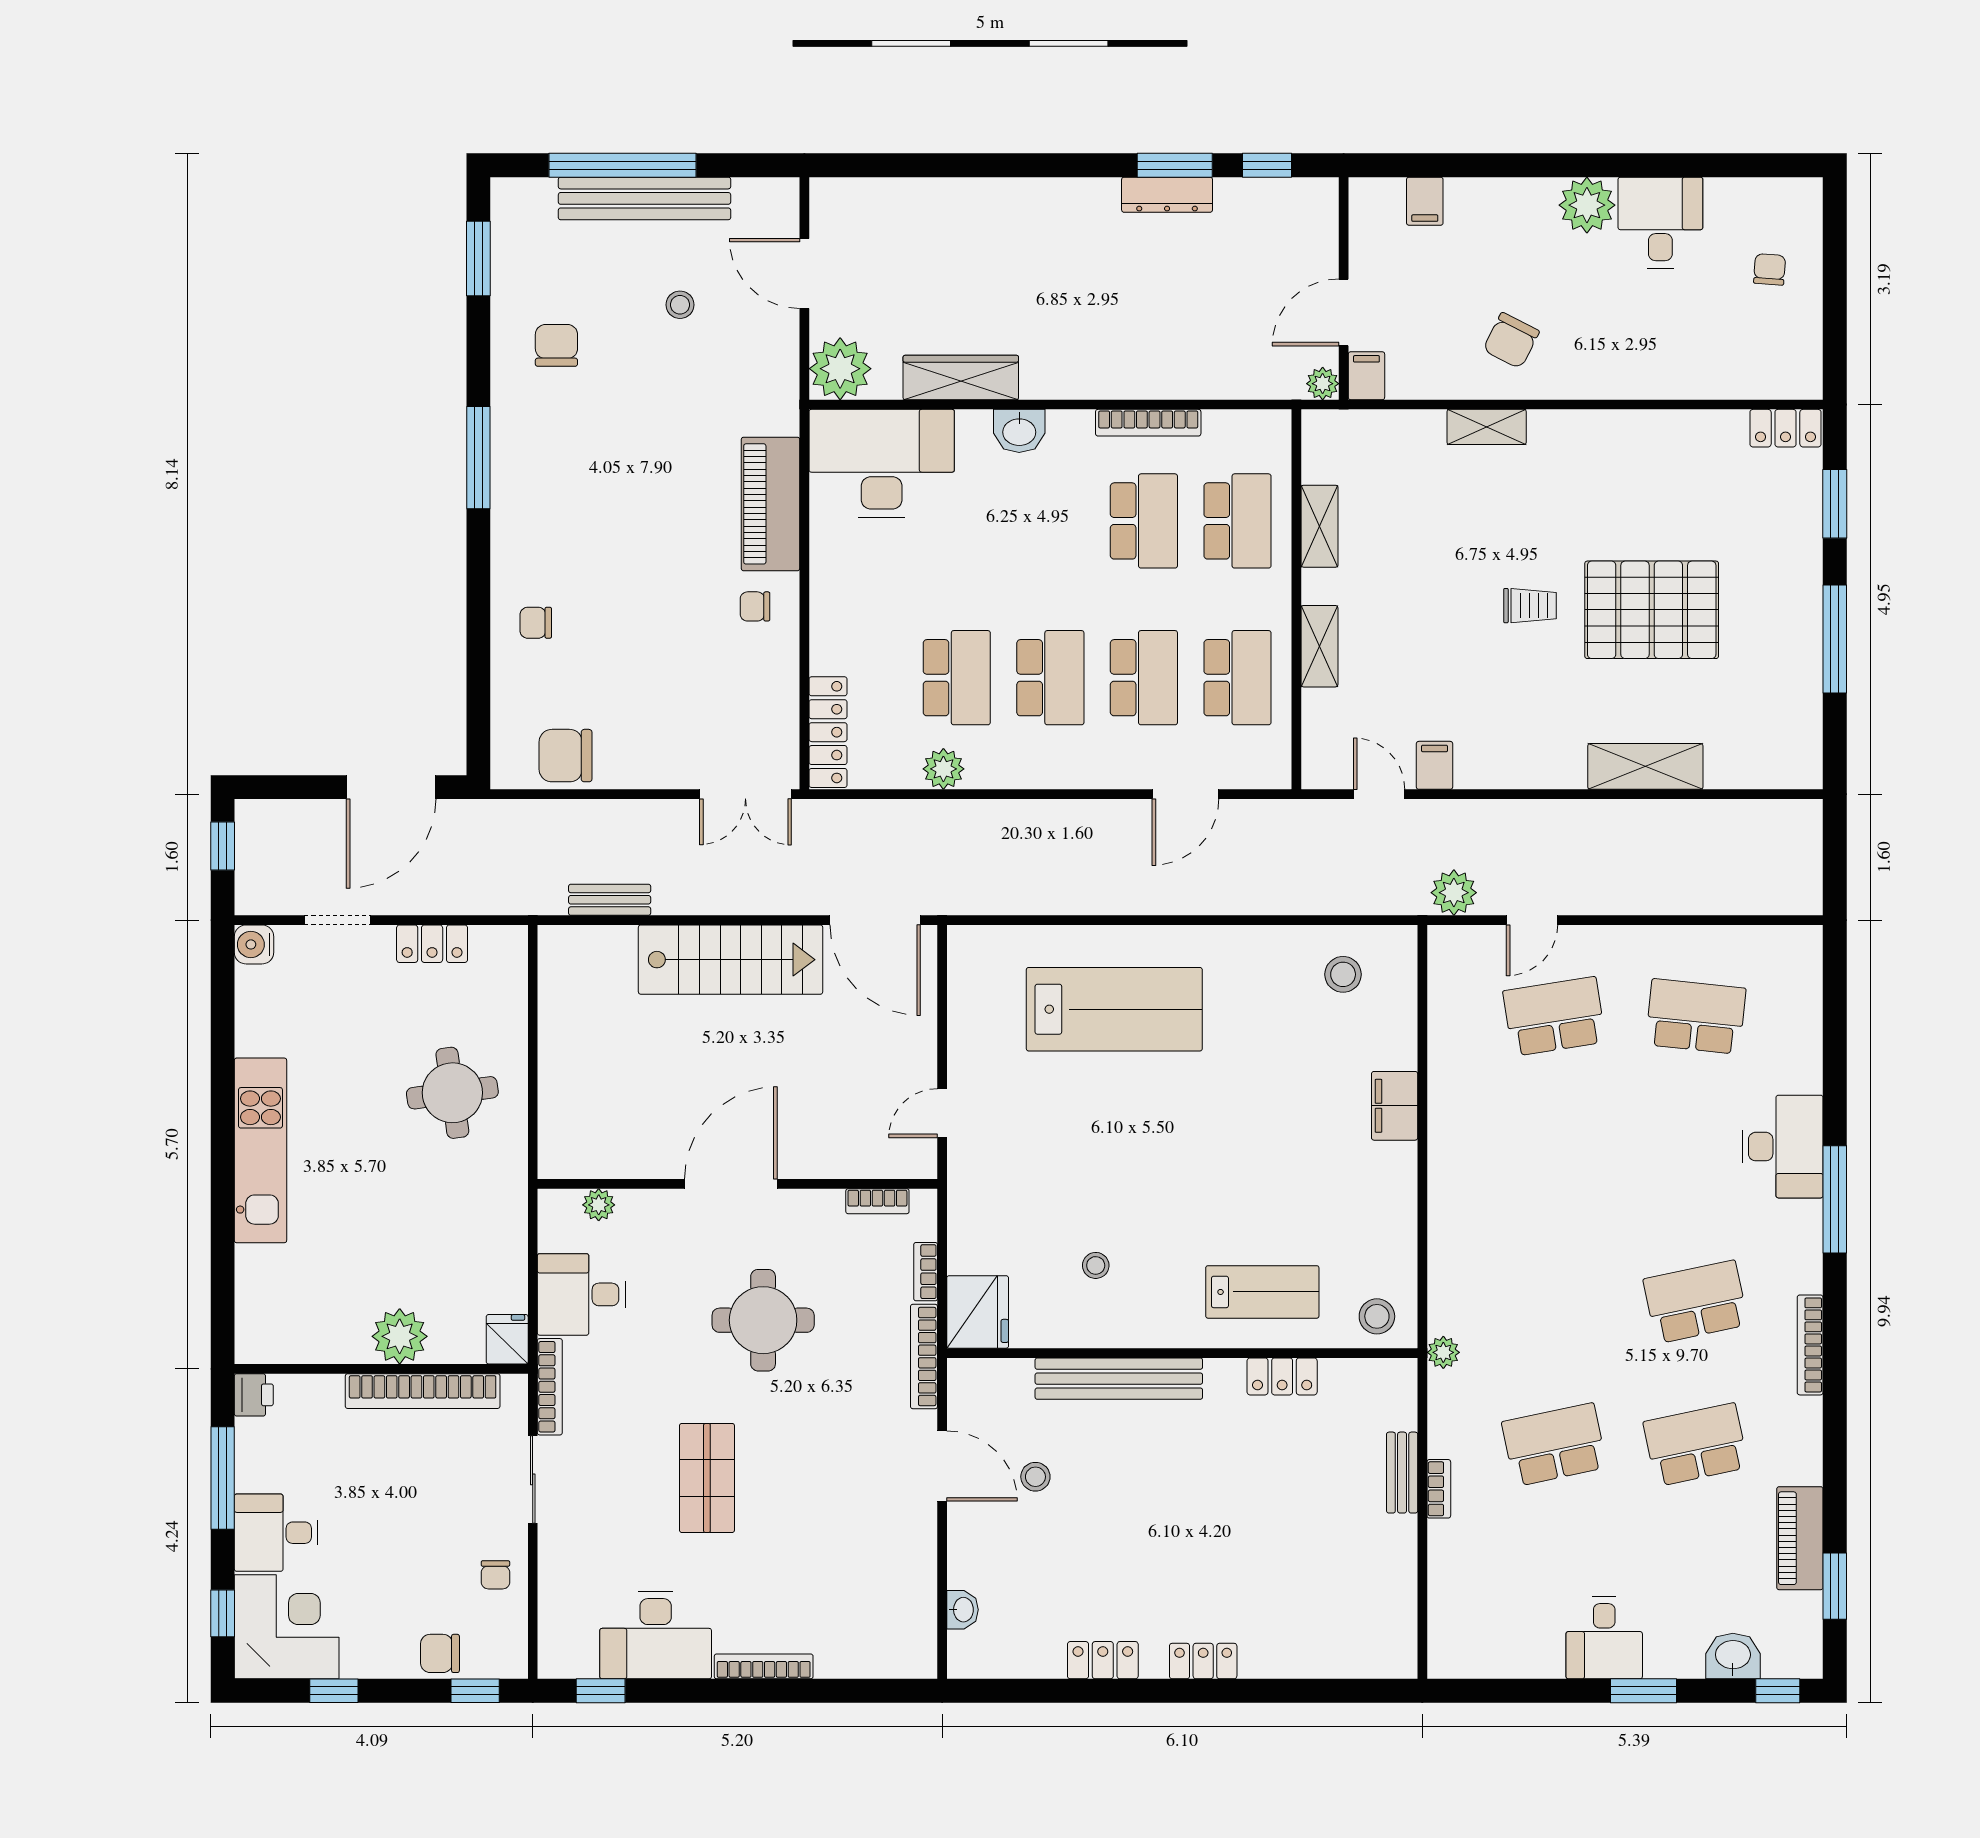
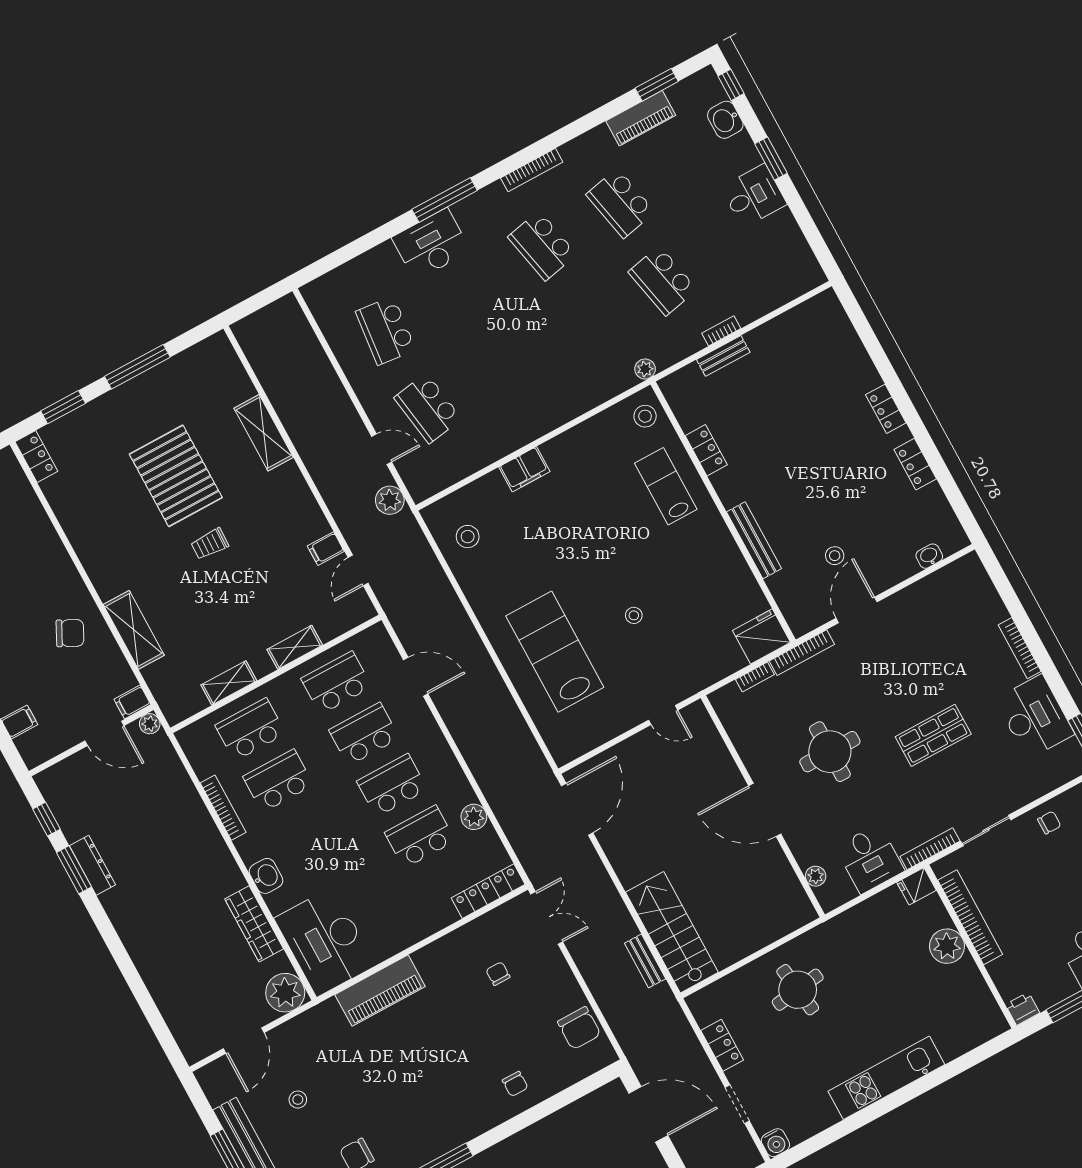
shelving: (1487, 427) -> (134, 630), width x1.50, depth x1.33
chair: (755, 606) -> (498, 974), moved, turned 180
trolley: (1530, 606) -> (210, 544), turned -88
stairs: (731, 960) -> (672, 932), moved
bookcase: (877, 1201) -> (731, 724), removed
stool: (1096, 1265) -> (634, 615), moved
bench: (1119, 1379) -> (754, 540), width x0.73, depth x0.82

